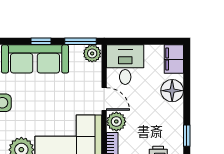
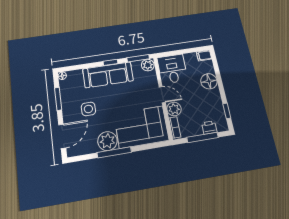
filing cabinet: (174, 59) -> (204, 55), width x0.50

